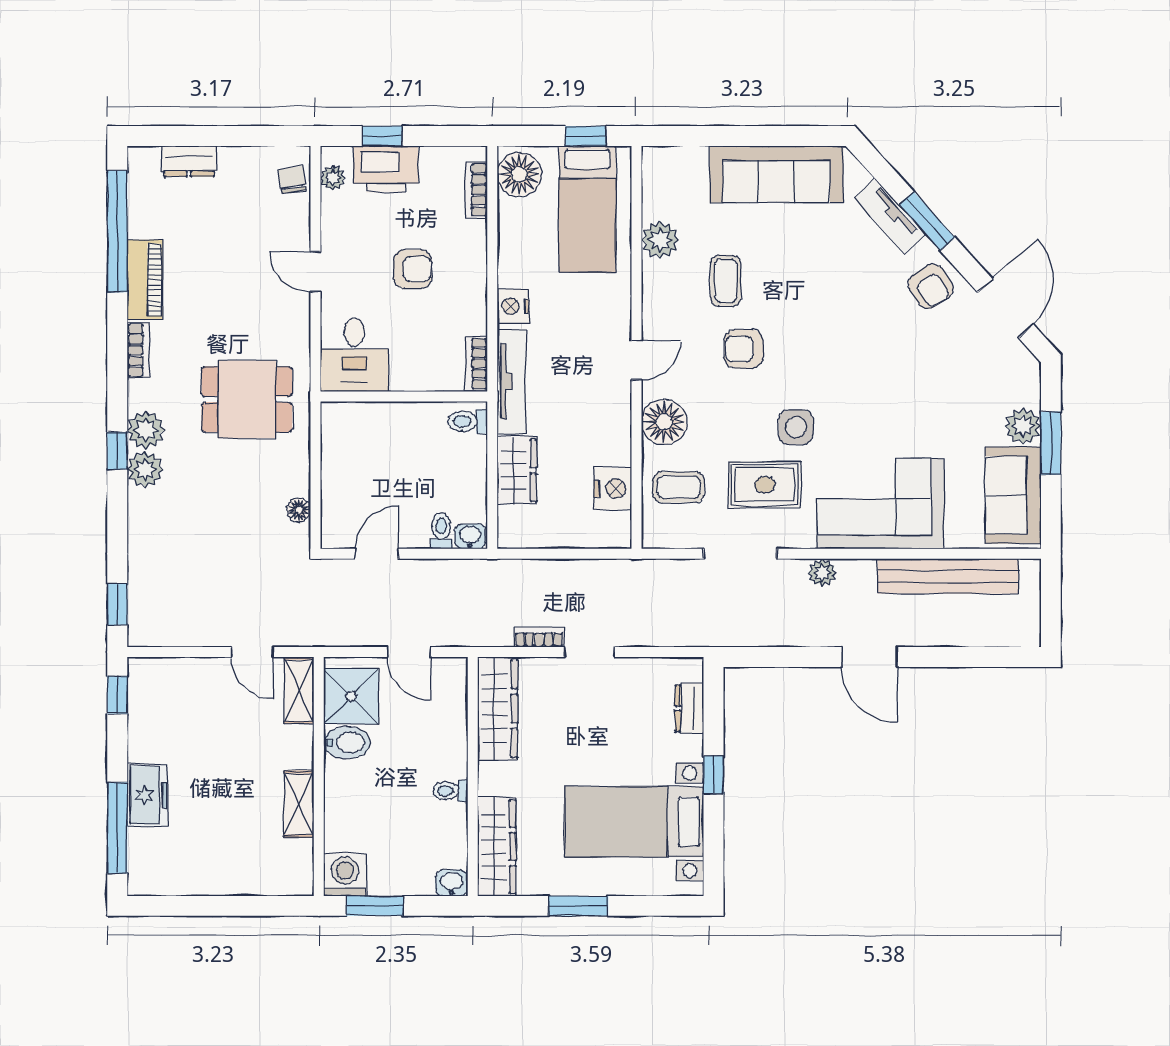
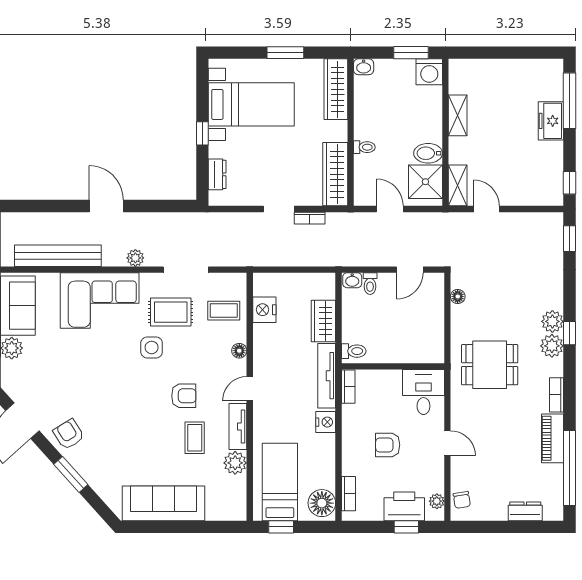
tv unit: (890, 216) -> (238, 426), moved, turned -138
floor lamp: (664, 422) -> (239, 351), width x0.53, depth x0.53
toilet: (450, 791) -> (364, 147), moved

